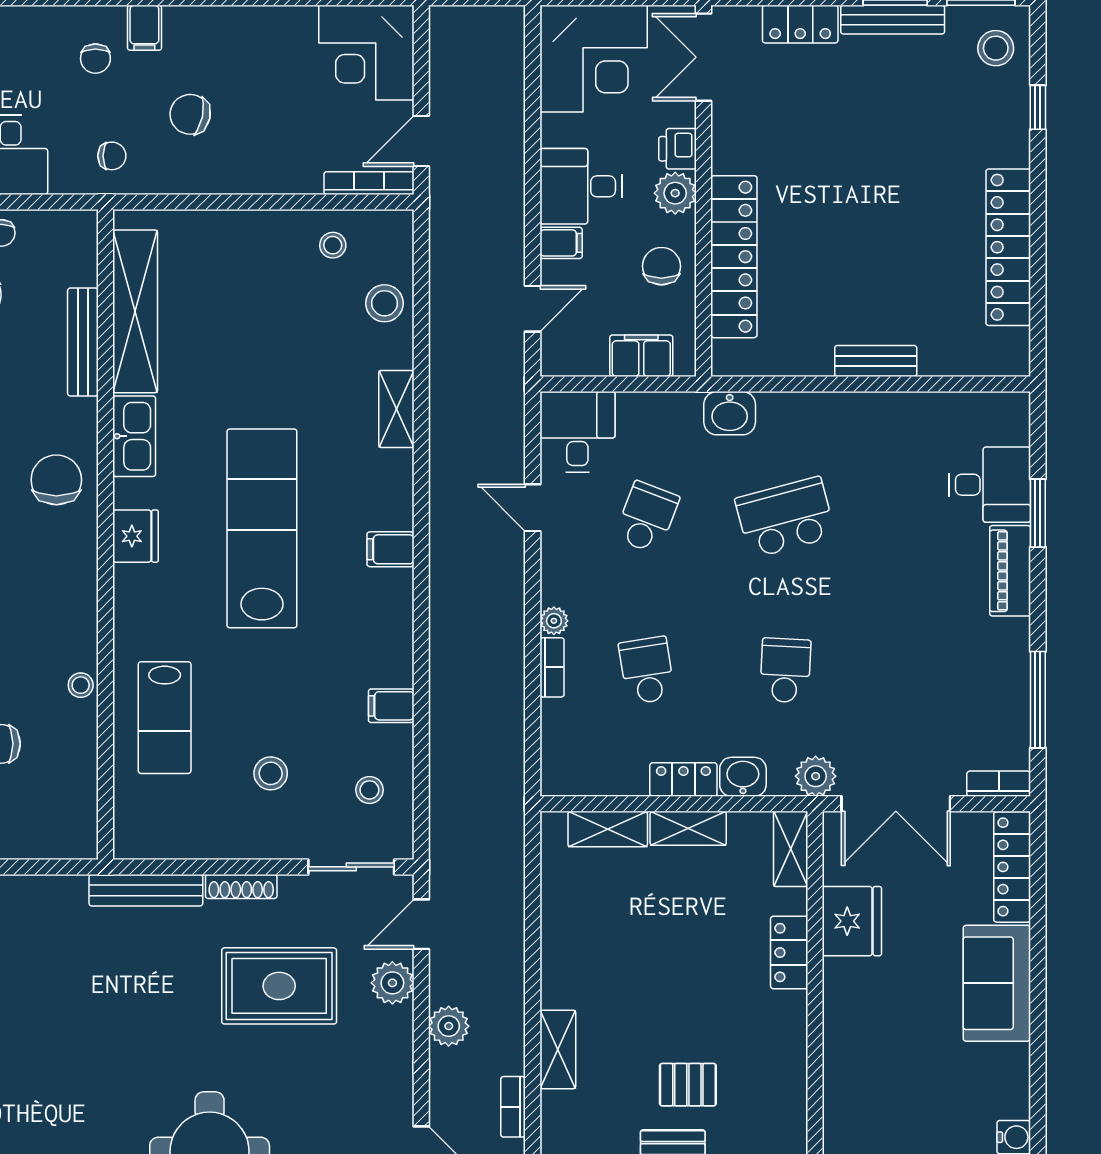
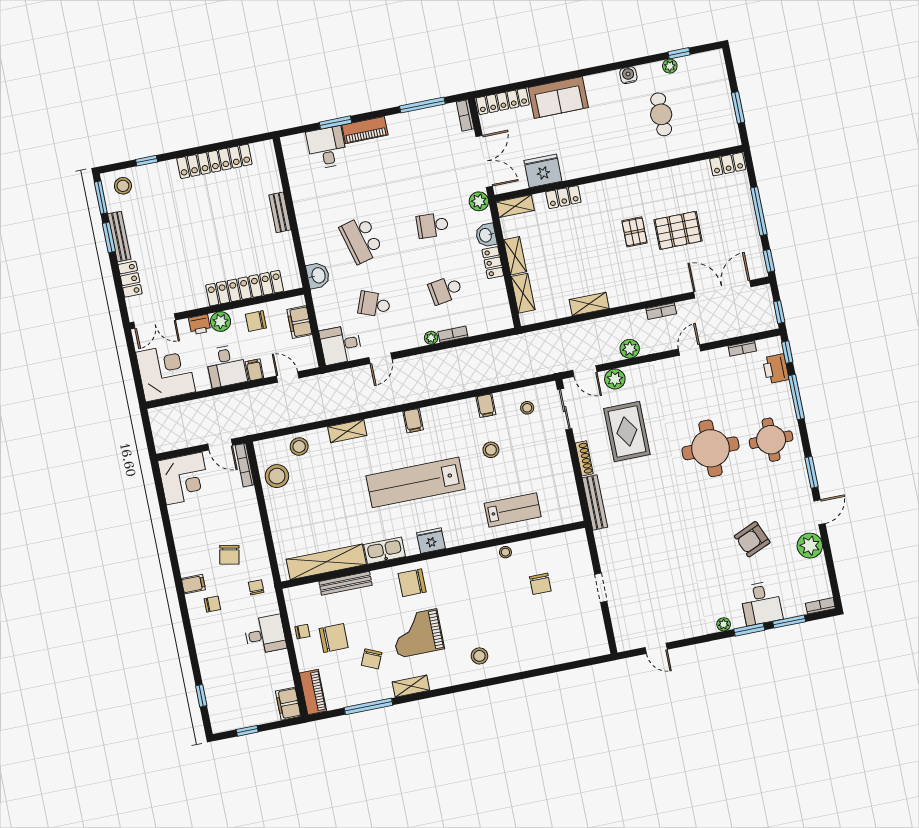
stool: (333, 245) -> (277, 476), width x1.89, depth x1.89
stool: (271, 773) -> (491, 450), moved
shelving: (558, 1049) -> (589, 304), moved

